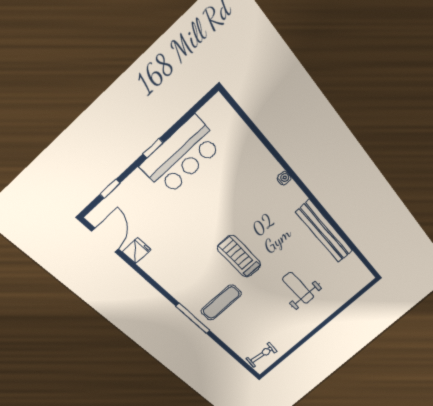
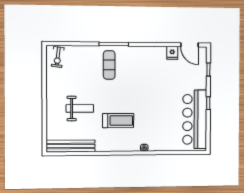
bar counter: (181, 156) -> (195, 119), width x1.36
bench: (324, 232) -> (71, 146), moved
treadmill: (239, 256) -> (118, 121), moved

